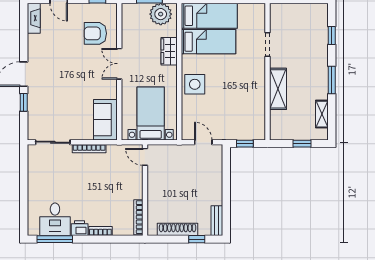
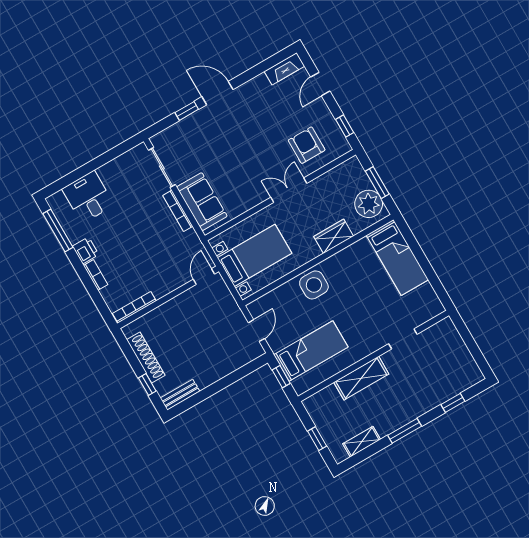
bed: (209, 42) -> (311, 351), moved, turned -90
sofa: (105, 120) -> (202, 202), moved, turned 90
desk: (55, 219) -> (88, 197), moved, turned 90

